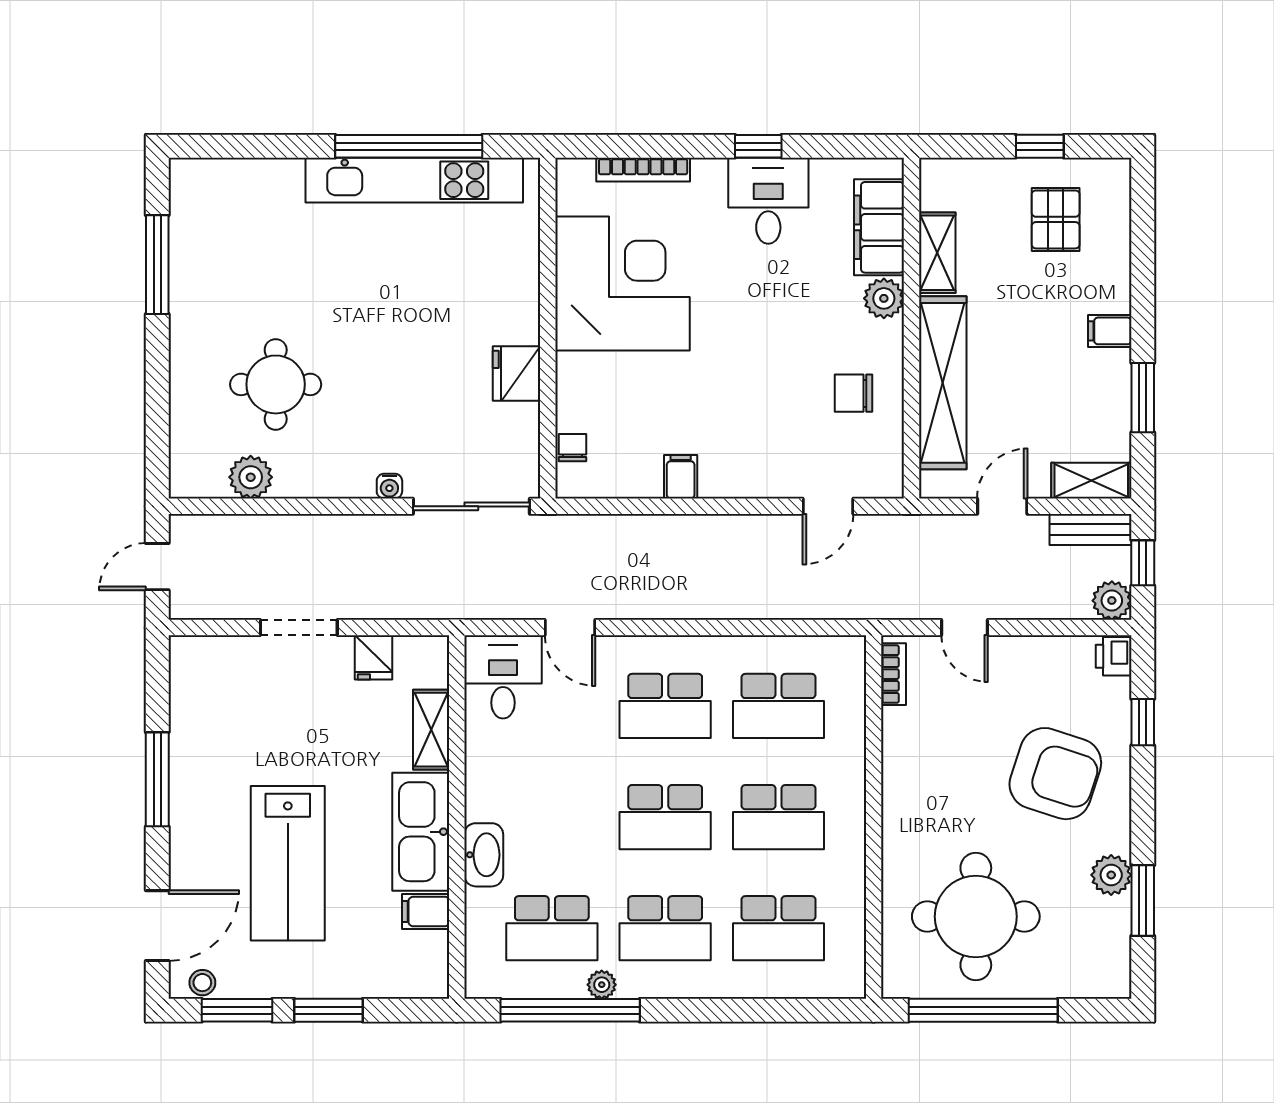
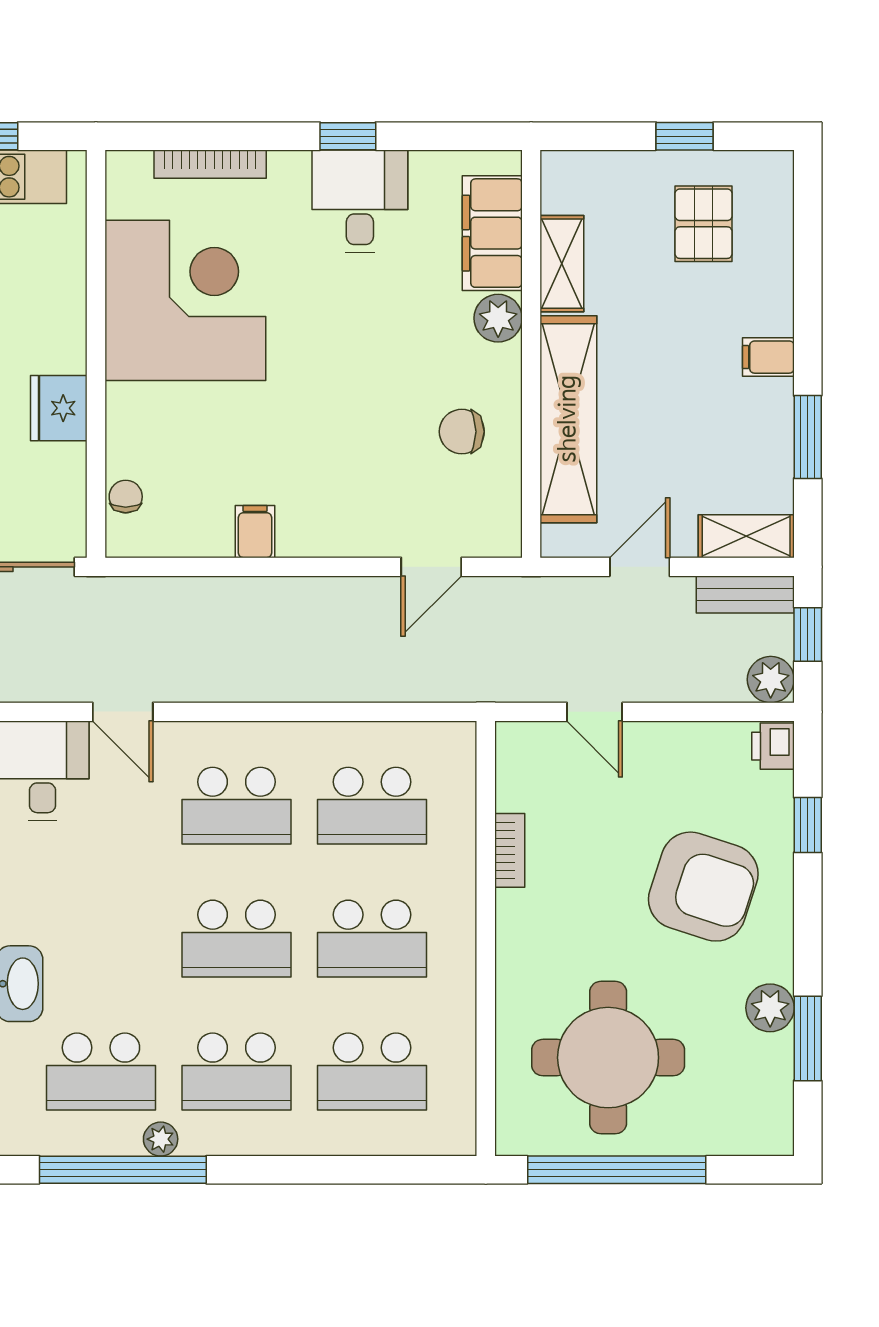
bookcase: (894, 674) -> (510, 850), moved

